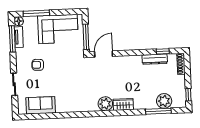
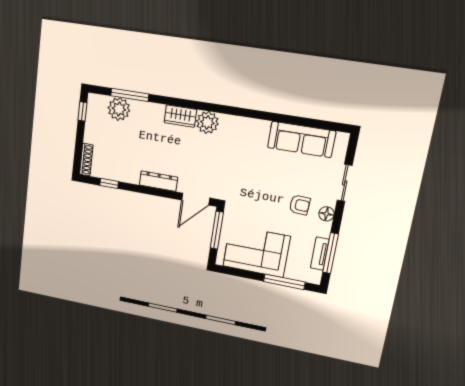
floor lamp: (19, 21) -> (326, 214), moved
dresser: (155, 59) -> (158, 181), moved
sofa: (41, 105) -> (301, 139), width x1.36

